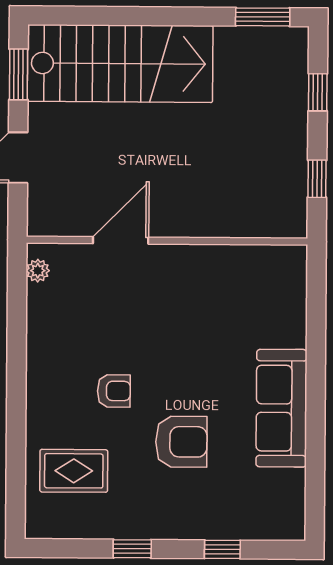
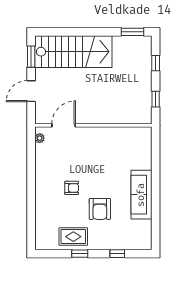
door: (121, 240) -> (64, 125), moved
armchair: (181, 442) -> (100, 209), turned 90
rug: (74, 471) -> (73, 237), moved

